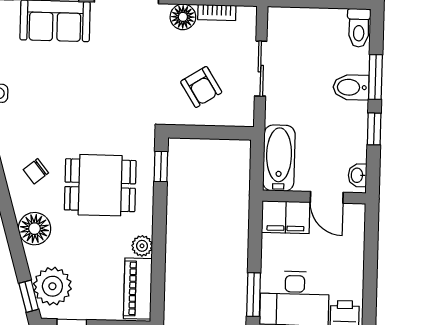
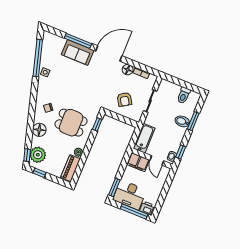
toilet: (359, 28) -> (184, 95), moved
window: (374, 129) -> (181, 152), moved

